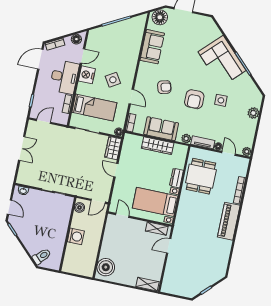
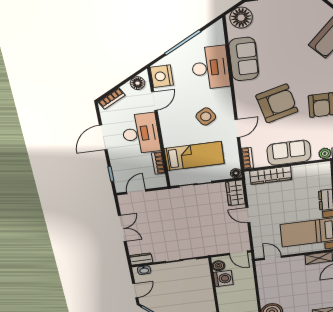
desk: (128, 45) -> (210, 68), added
door: (40, 59) -> (103, 138), moved
nightstand: (87, 75) -> (162, 76), moved
armchair: (164, 87) -> (277, 103), width x1.88, depth x1.88
door: (131, 97) -> (237, 128), hinge flipped
wardrobe: (158, 146) -> (271, 175), moved
dresser: (25, 180) -> (141, 259), added
door: (98, 201) -> (238, 253), hinge flipped
door: (9, 207) -> (135, 291), hinge flipped
washing machine: (76, 236) -> (223, 278), moved

